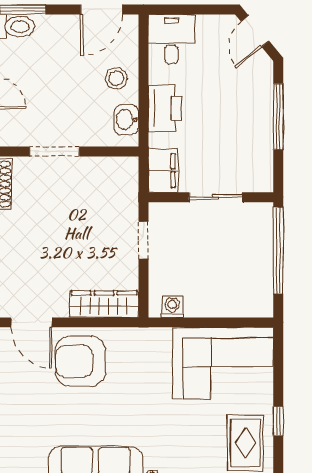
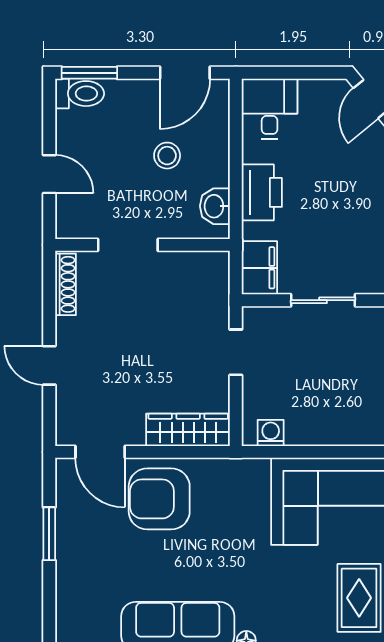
stool: (116, 78) -> (167, 156), moved

